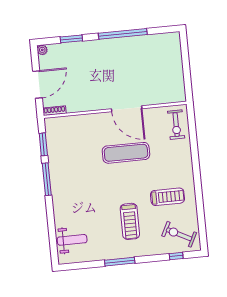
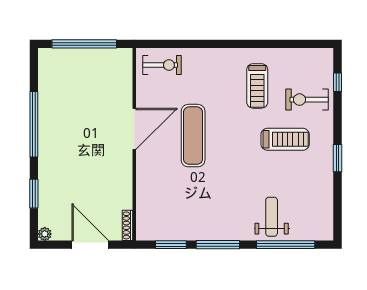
window: (186, 65) -> (84, 44), added
treadmill: (167, 197) -> (257, 86), turned 180
window: (52, 229) -> (286, 245), added
exercise bike: (179, 234) -> (307, 100), moved, turned 63
weight bench: (72, 240) -> (272, 217), moved
window: (120, 262) -> (337, 158), width x0.69

